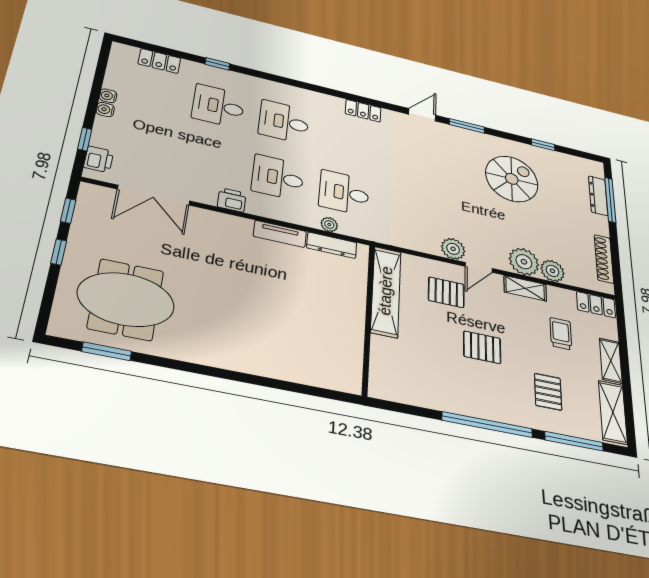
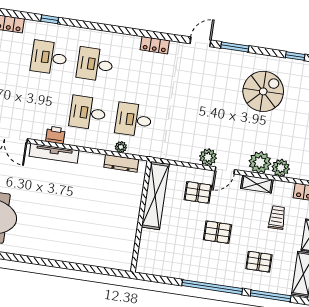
tv unit: (280, 234) -> (54, 153), moved, width x1.41
pallet: (548, 392) -> (259, 262), turned 90

